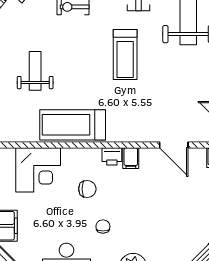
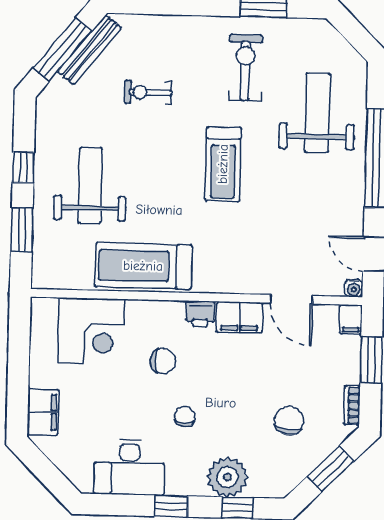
weight bench: (35, 71) -> (90, 185), width x1.36, depth x1.33
filing cabinet: (131, 158) -> (239, 317), width x2.00
chair: (174, 228) -> (289, 421), added

